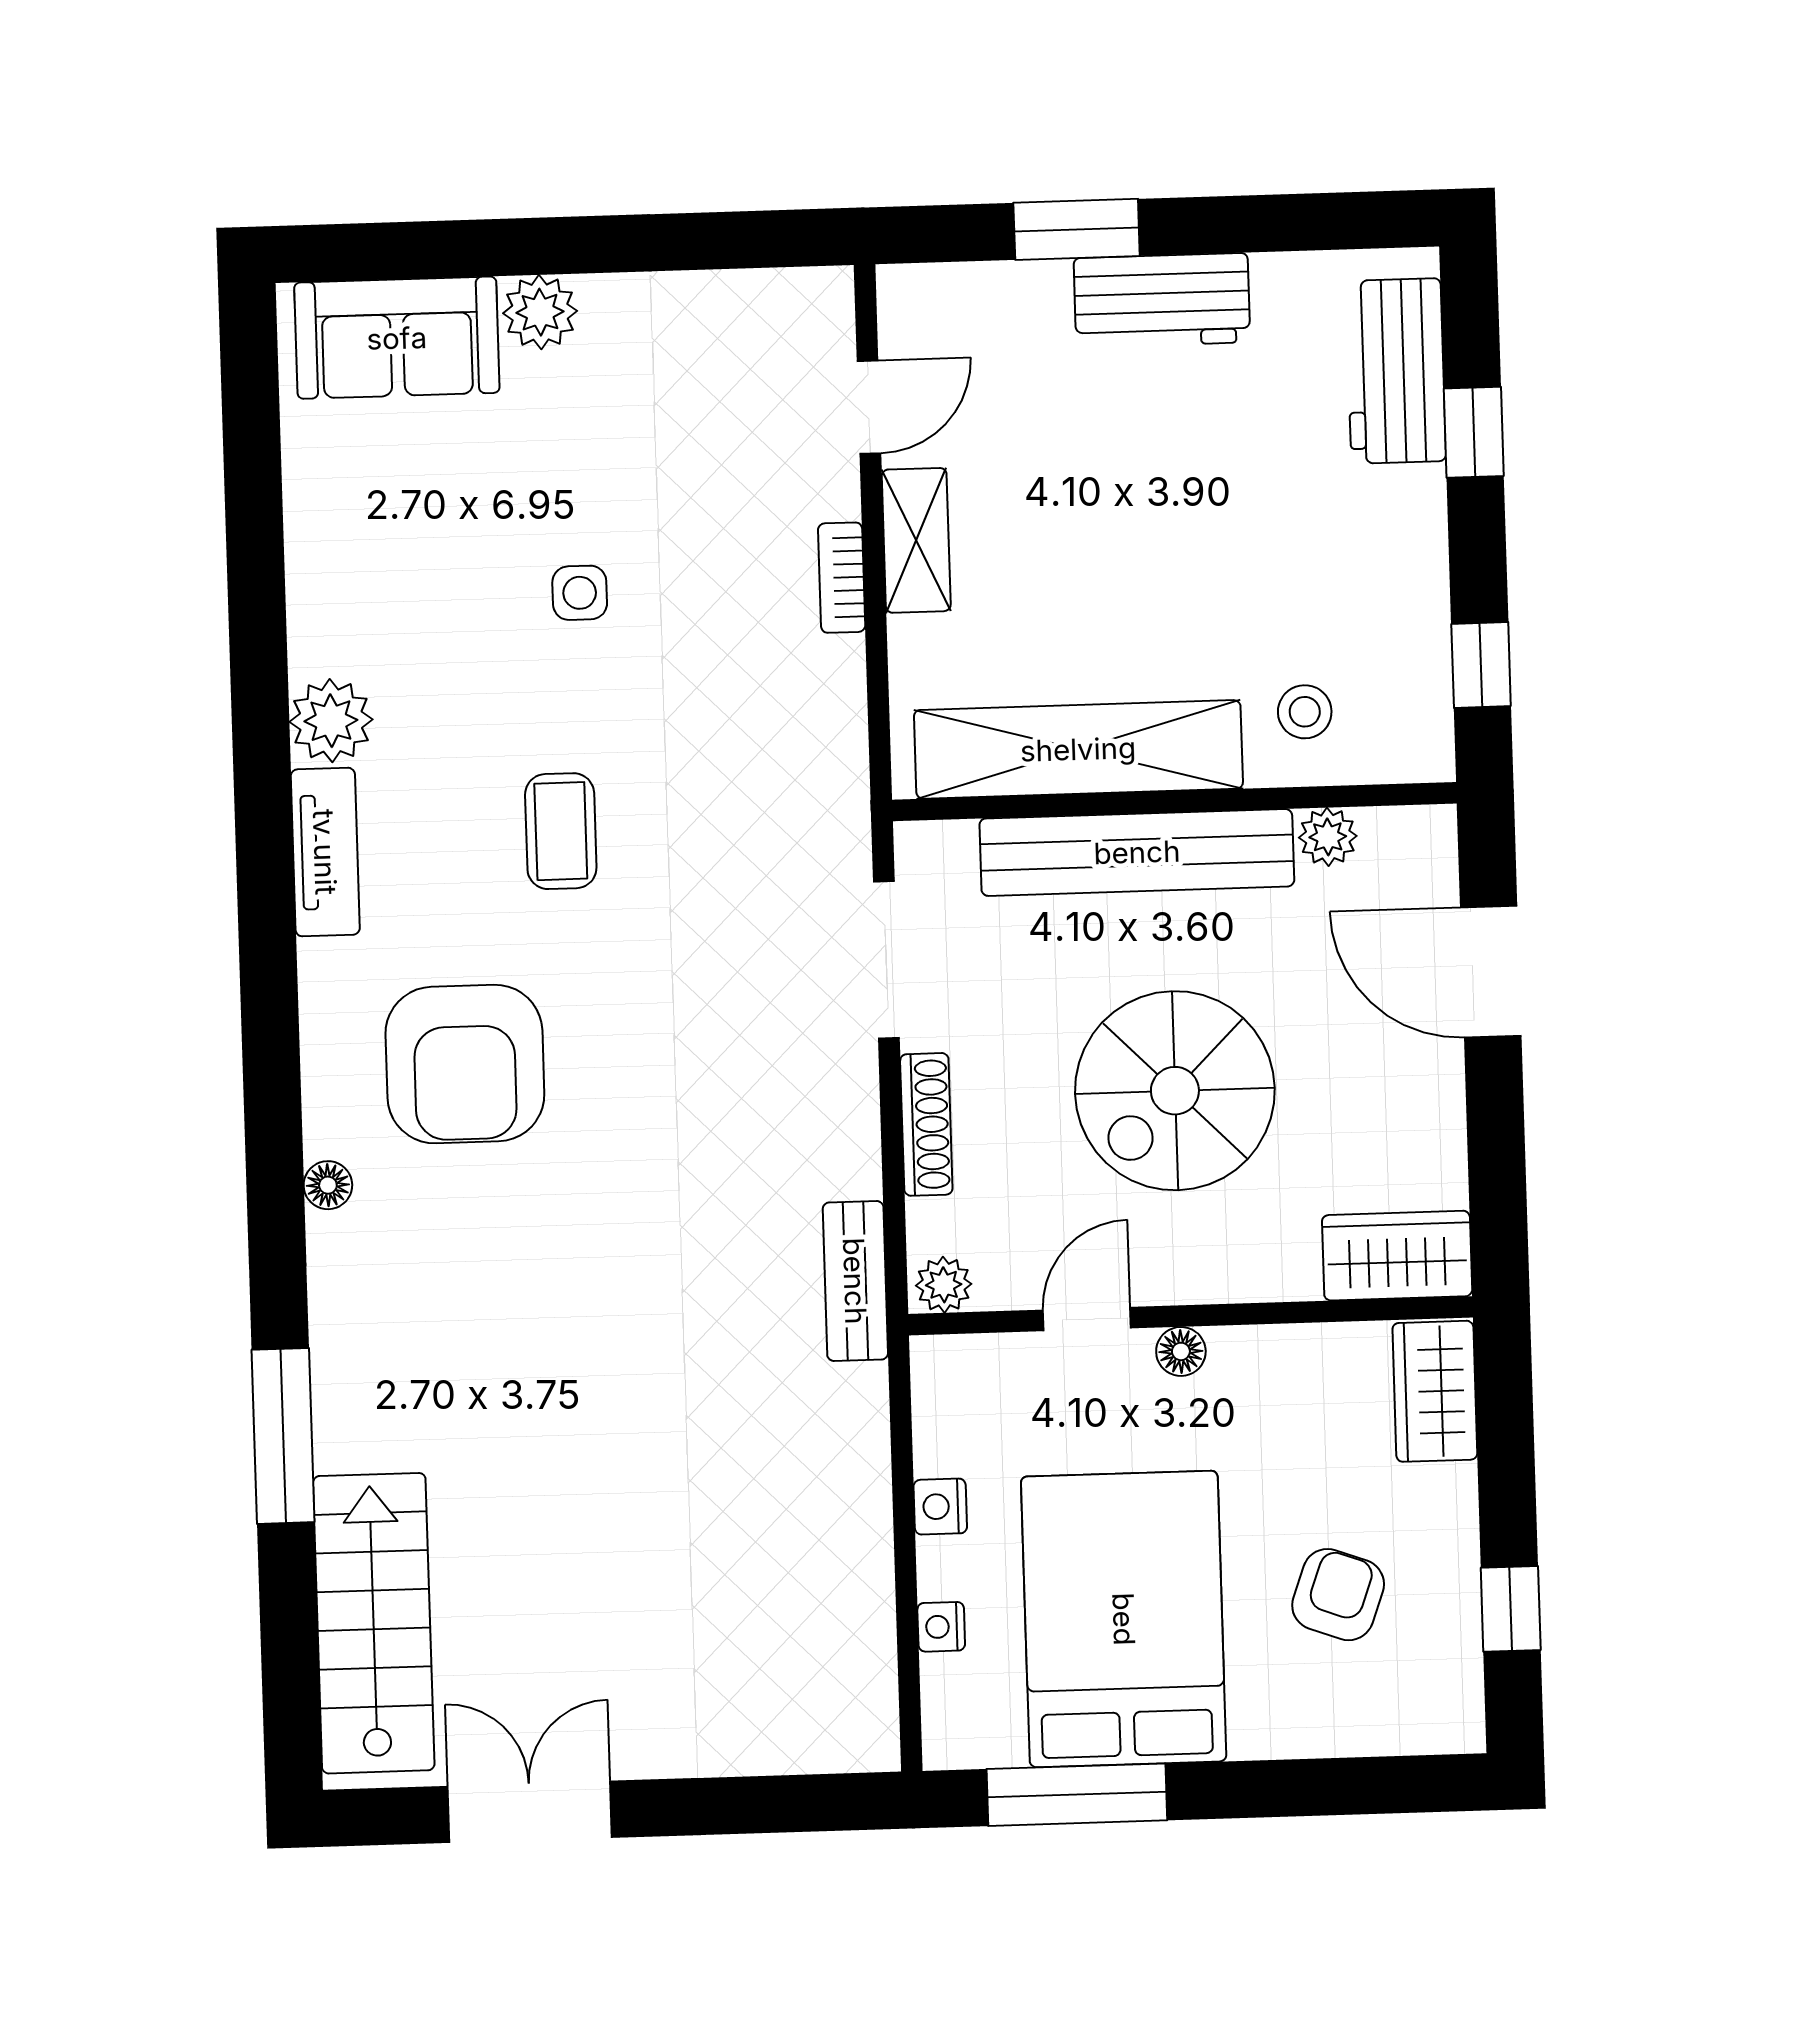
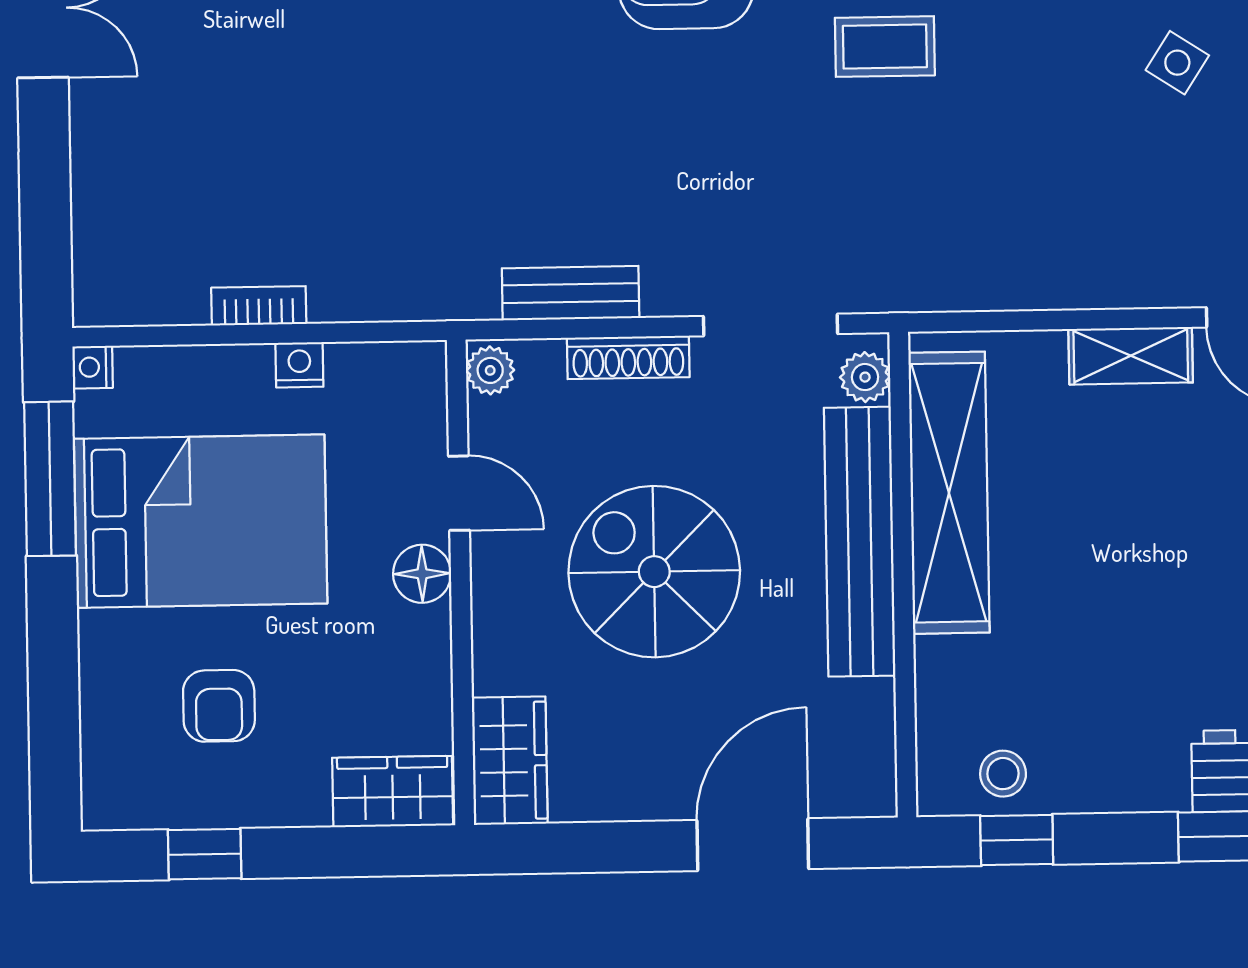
bookcase: (842, 578) -> (259, 306), moved
side table: (580, 593) -> (1177, 63), moved, turned 33
stool: (1305, 712) -> (1003, 774), moved
plant: (1328, 837) -> (865, 377), moved
bench: (855, 1281) -> (571, 293), moved
floor lamp: (1181, 1351) -> (422, 574), width x1.37, depth x1.37
armchair: (1338, 1595) -> (219, 706), turned 70
nightstand: (941, 1627) -> (93, 367), moved, turned -90

